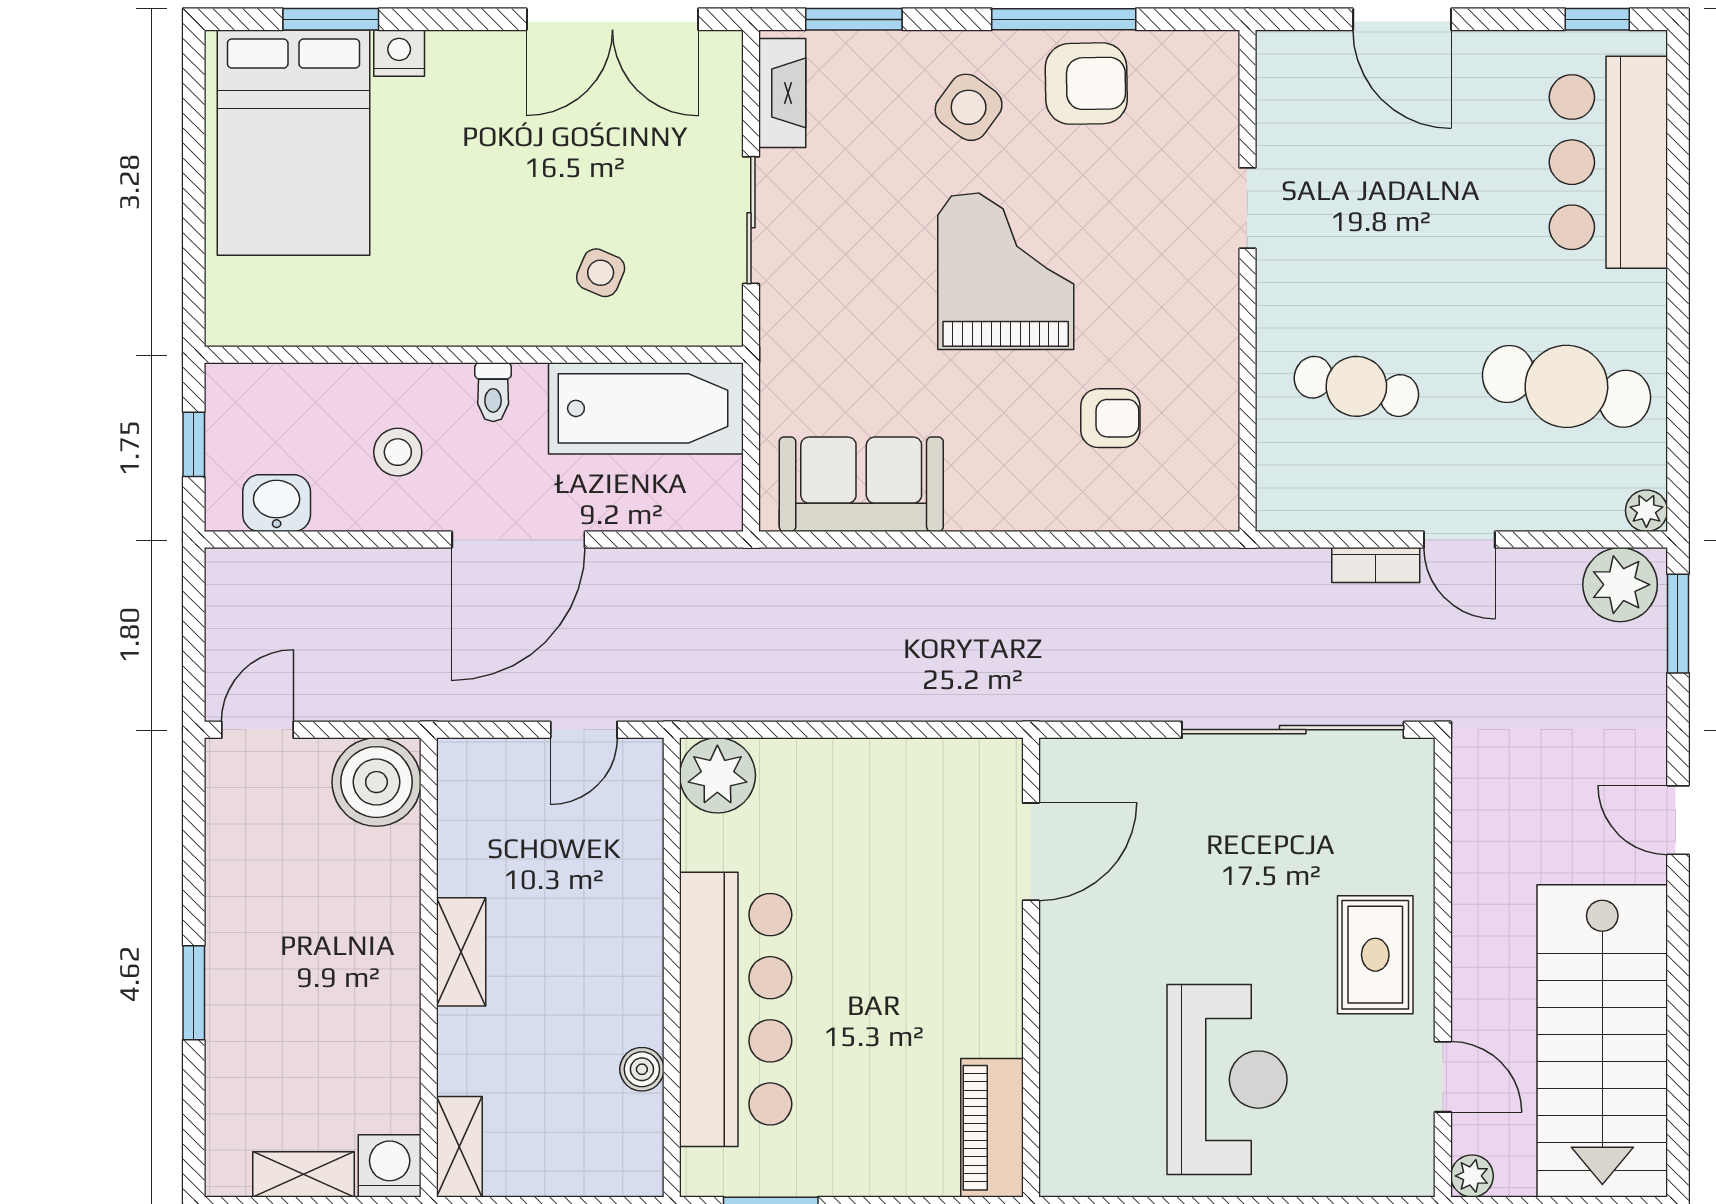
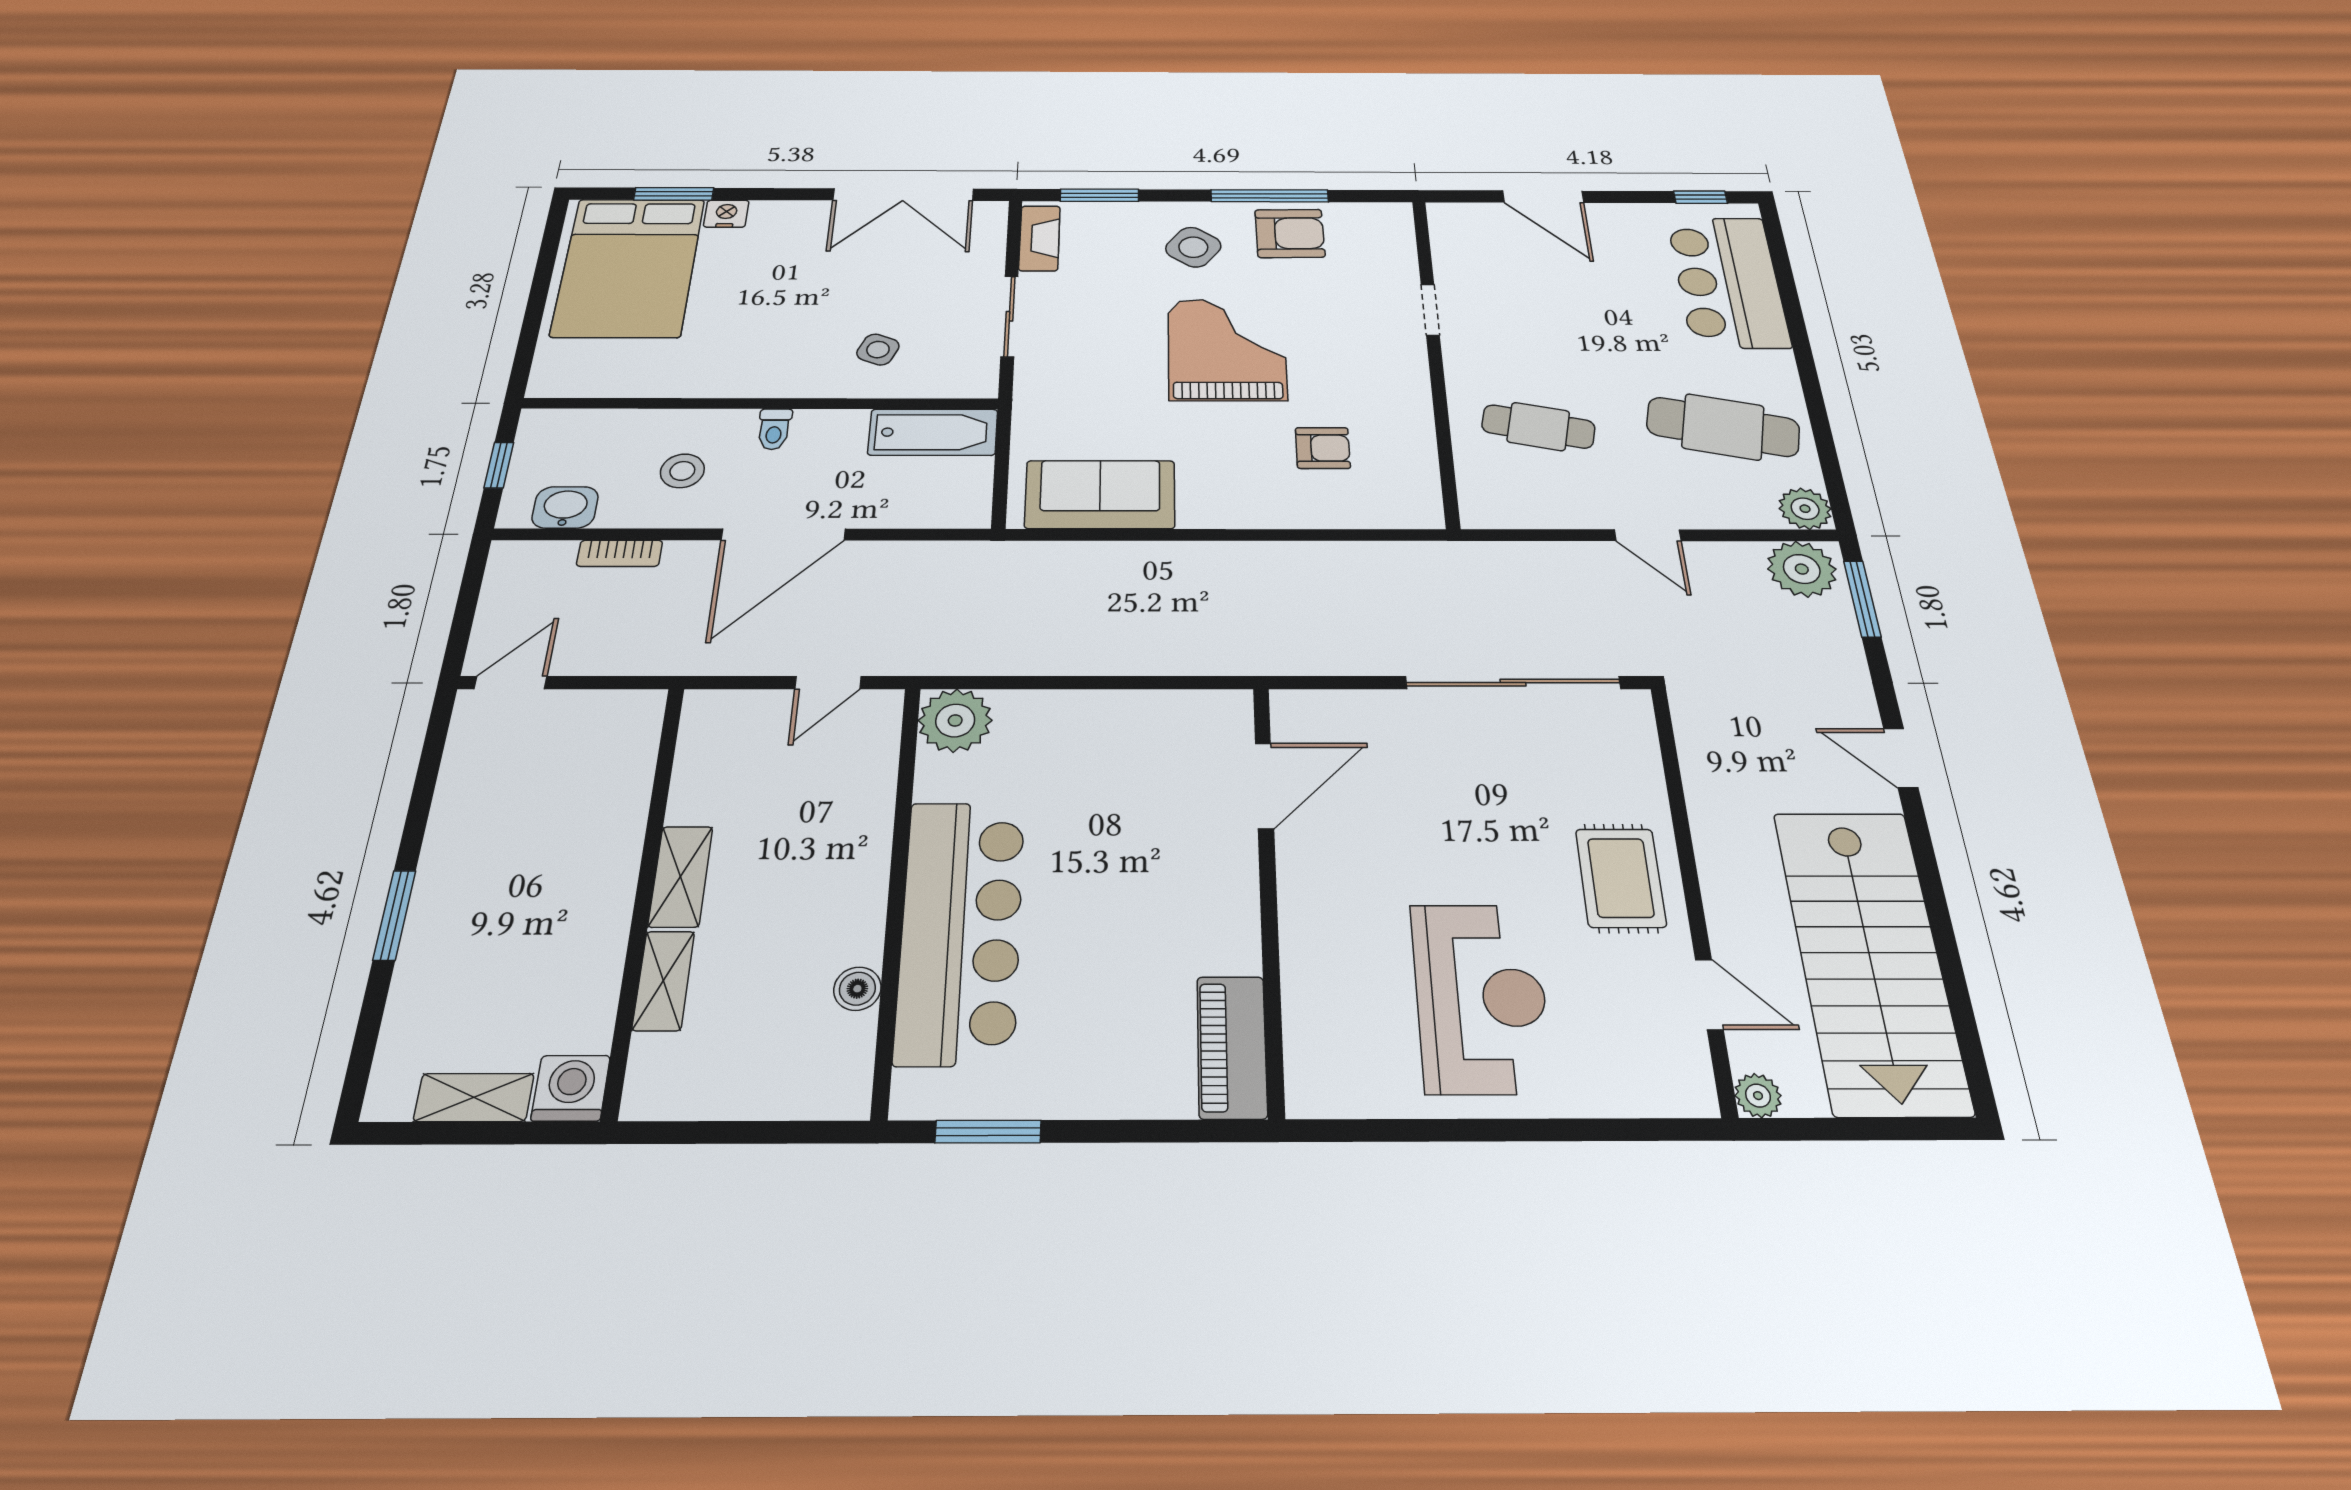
bathtub: (646, 408) -> (933, 432), width x0.73, depth x0.73
plant: (1646, 511) -> (1805, 509), width x1.38, depth x1.38
bookcase: (1376, 565) -> (620, 553), moved
boiler: (376, 782) -> (619, 726), removed
shelving: (459, 1147) -> (663, 981), moved

